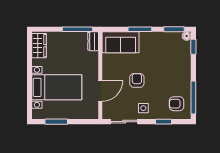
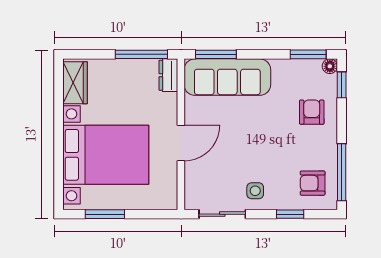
window: (140, 29) -> (216, 54), moved
sofa: (121, 42) -> (227, 77), width x1.36
armchair: (137, 80) -> (312, 112), moved
bed with nightstands: (57, 87) -> (106, 155), width x1.36
door: (100, 91) -> (181, 143), moved

